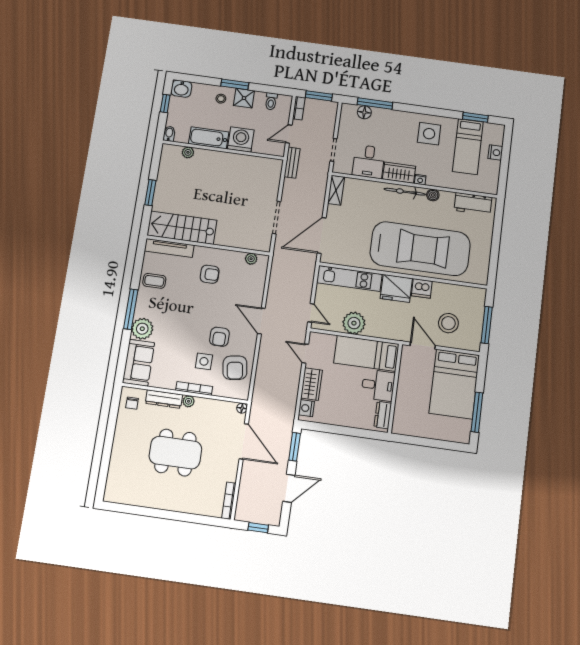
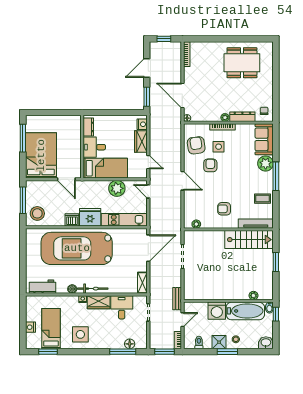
window: (165, 103) -> (276, 314), moved
bathtub: (209, 138) -> (245, 311), width x1.36, depth x1.36
stool: (448, 323) -> (37, 213), moved
dining table: (175, 453) -> (242, 63), moved

